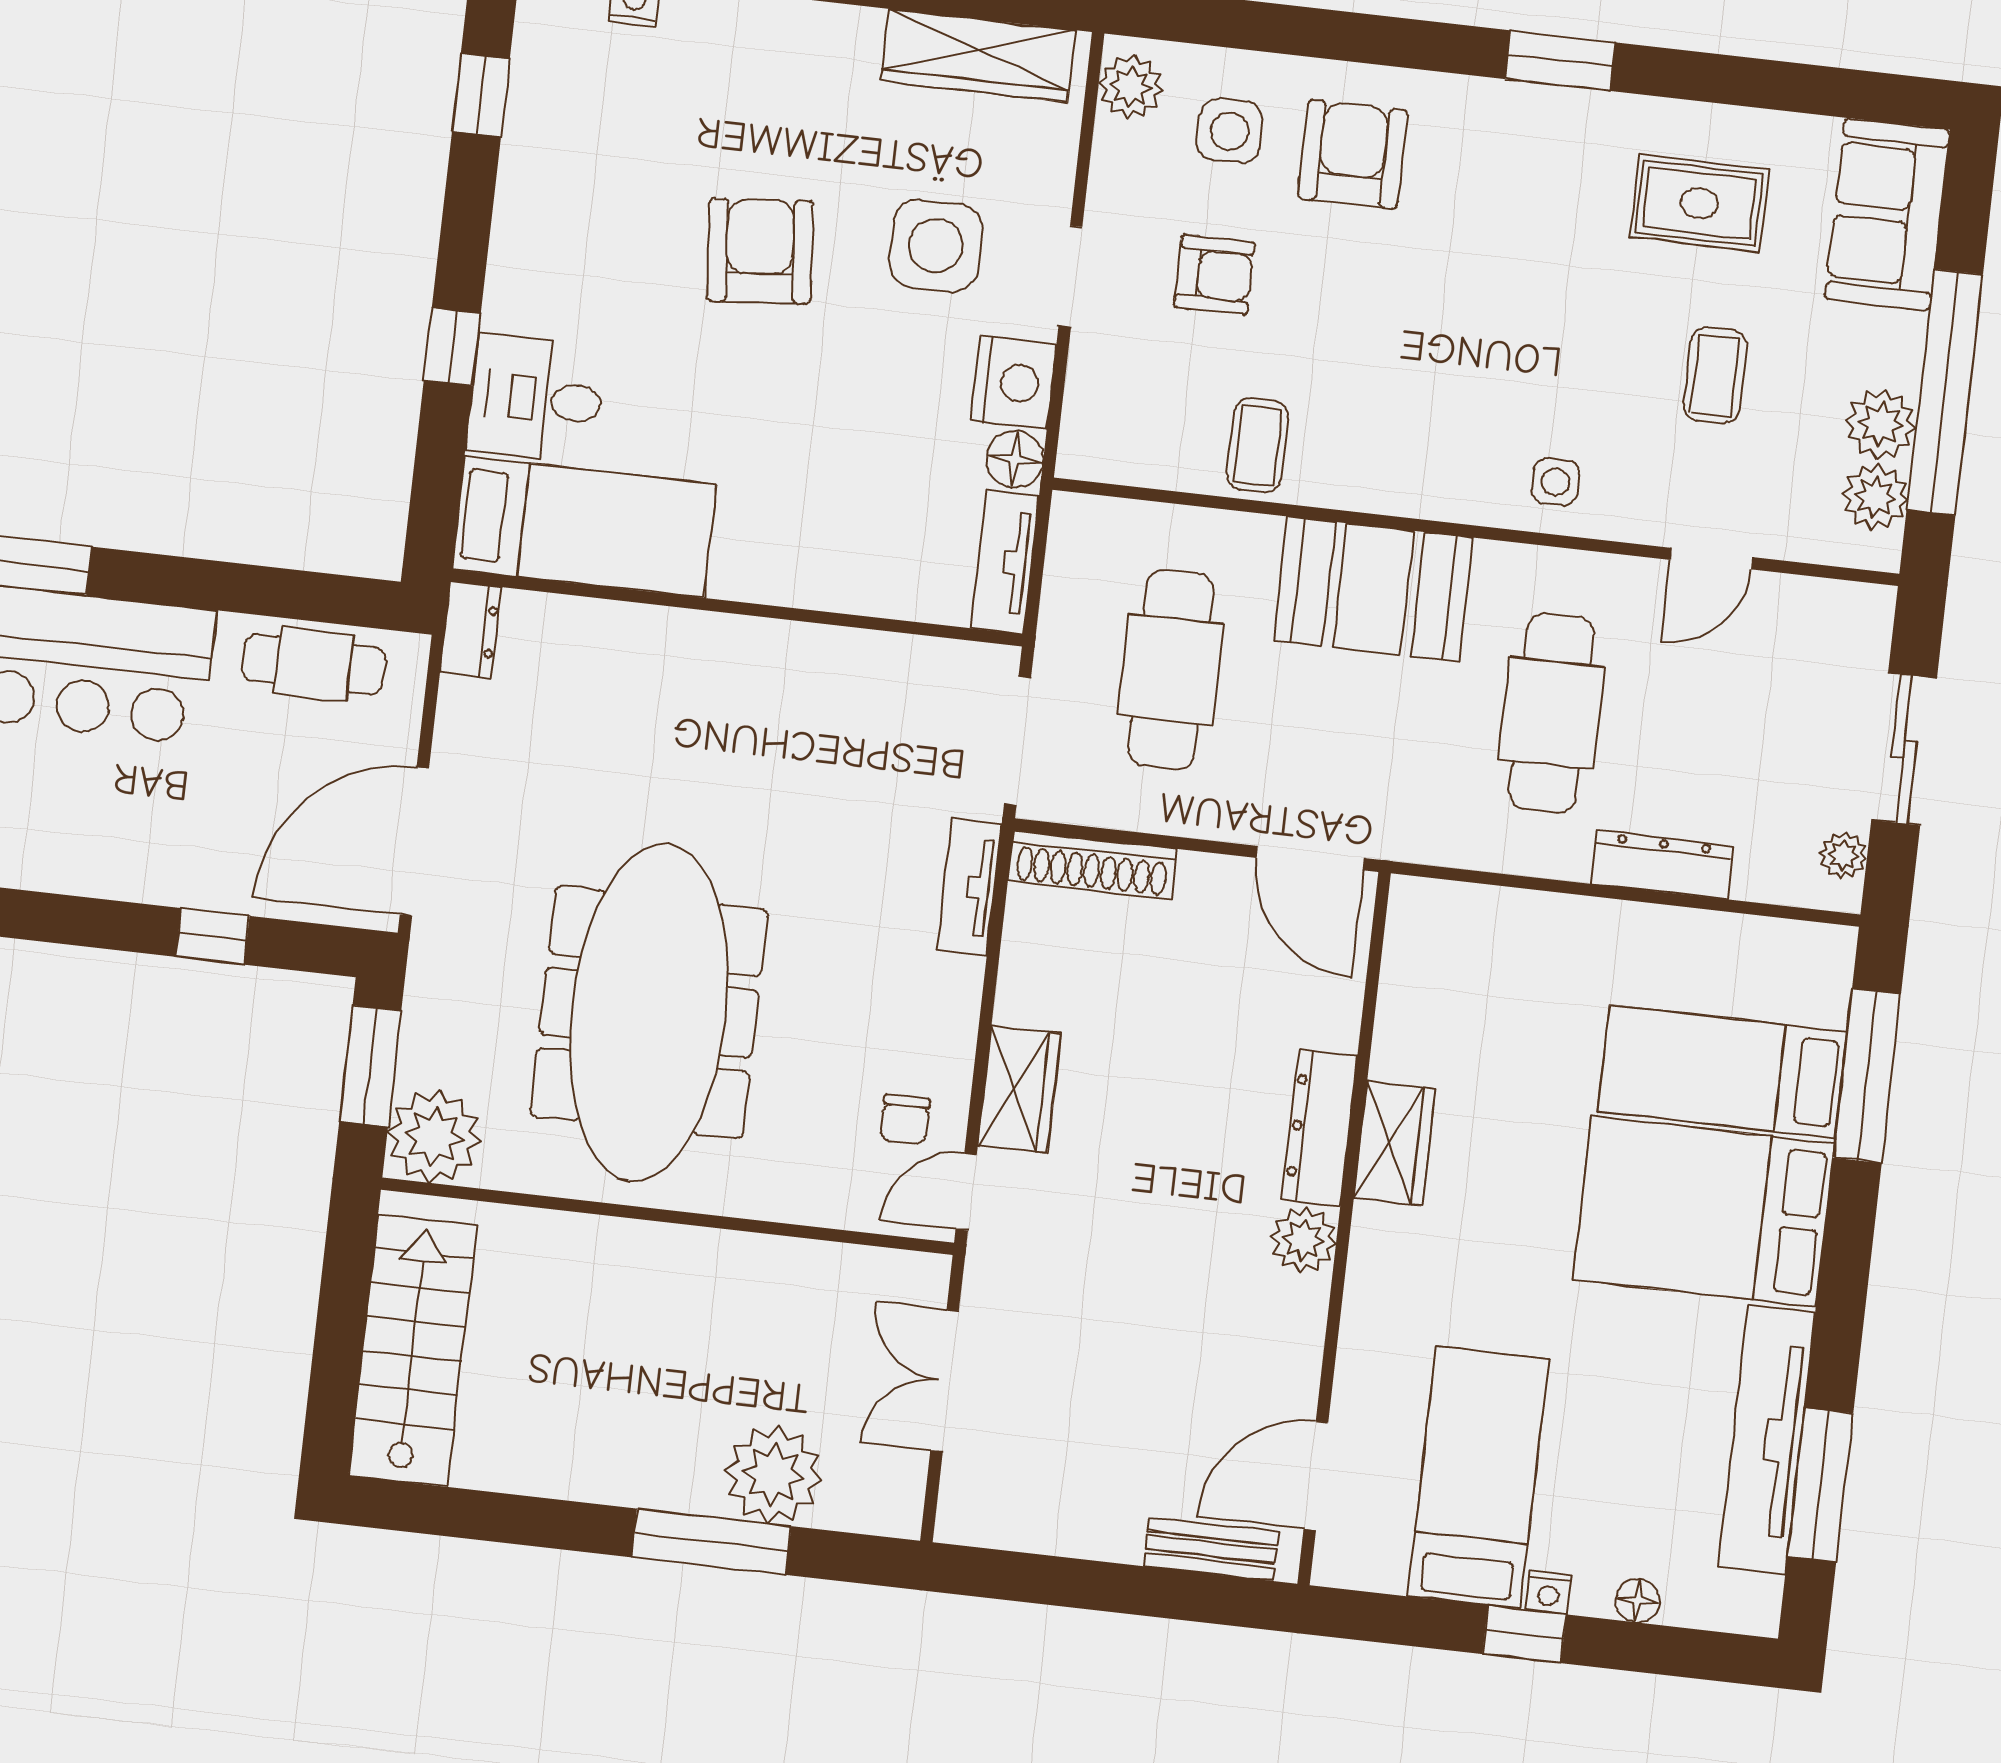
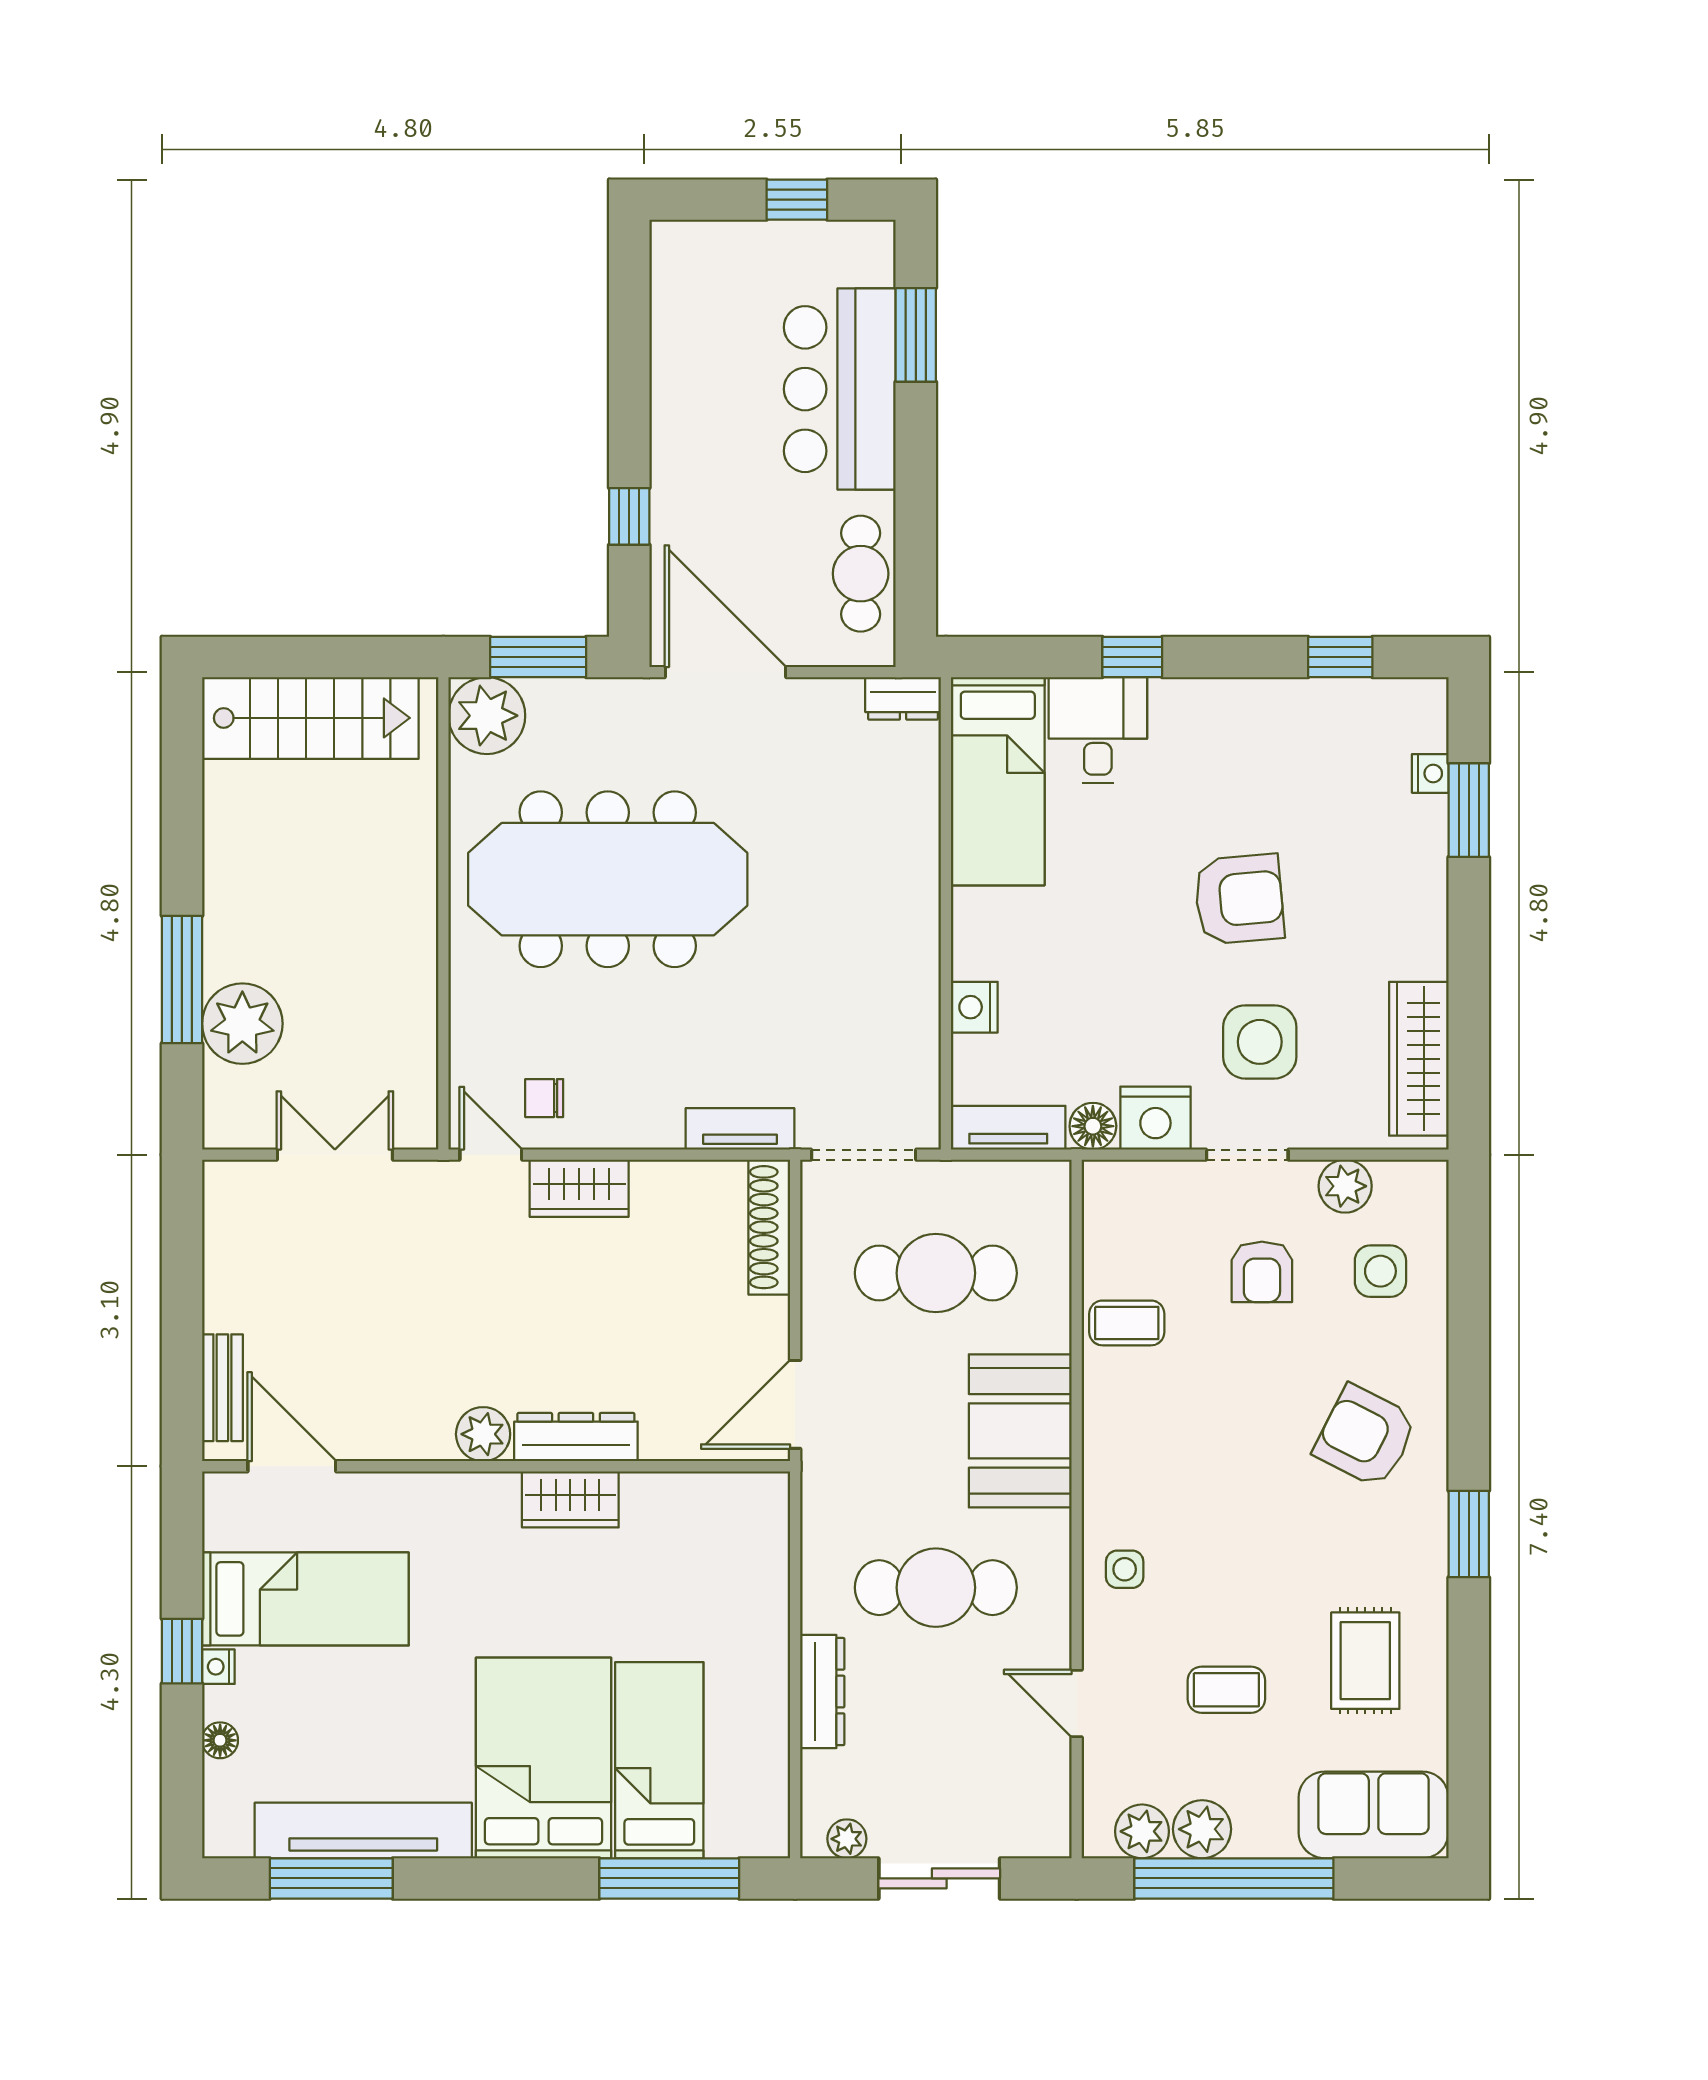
plant: (1131, 87) -> (1345, 1186), moved
armchair: (1353, 154) -> (1366, 1436), moved, turned -153
nightstand: (854, 586) -> (974, 1007), added

